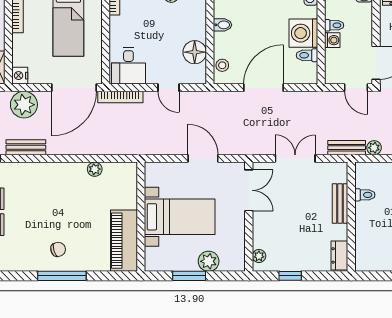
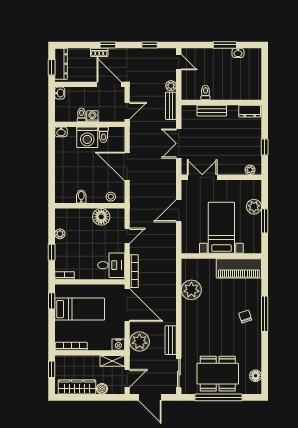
door: (356, 88) -> (127, 111), moved
plant: (95, 169) -> (191, 290), width x1.88, depth x1.88

